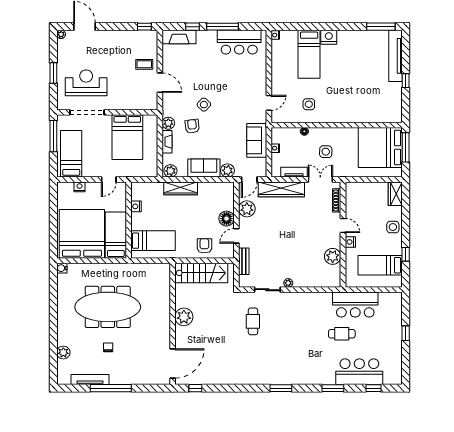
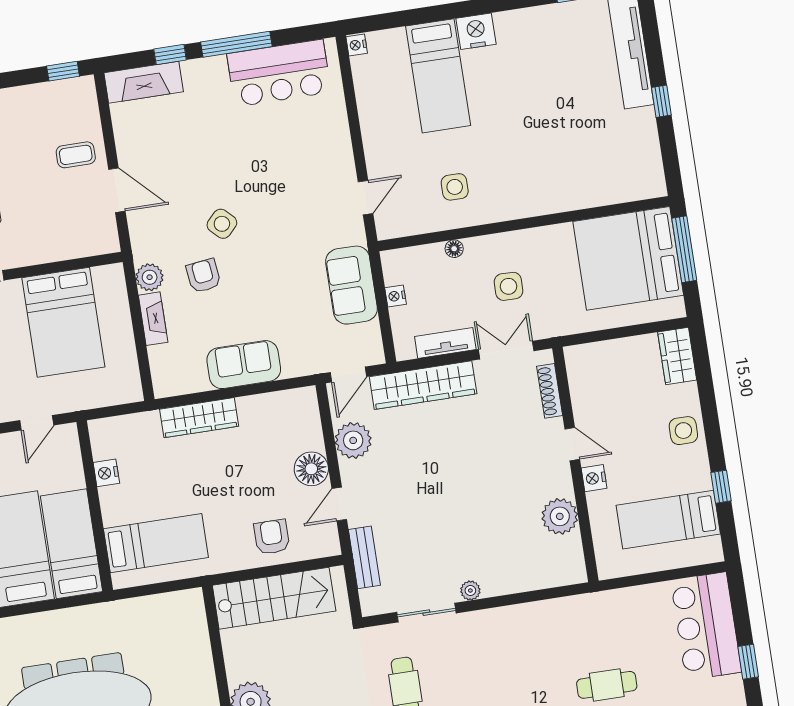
plant: (227, 170) -> (297, 362), removed
plant: (170, 171) -> (171, 382), removed
bar counter: (355, 305) -> (706, 626), moved, turned 90

